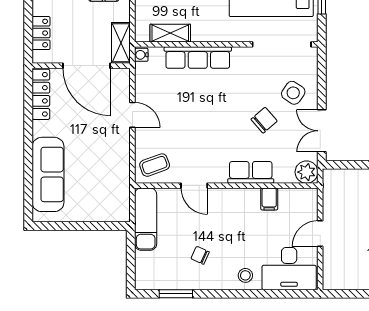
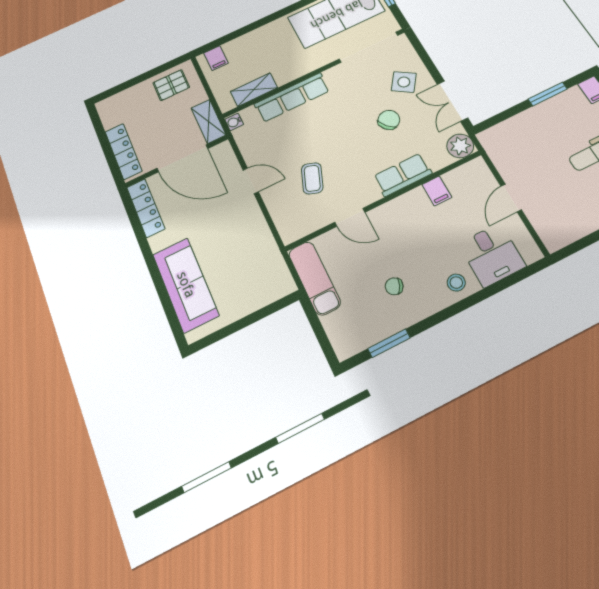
locker: (41, 33) -> (123, 151), width x1.53
coffee table: (155, 165) -> (312, 178), moved, turned -50
desk: (289, 269) -> (492, 255), width x0.73

